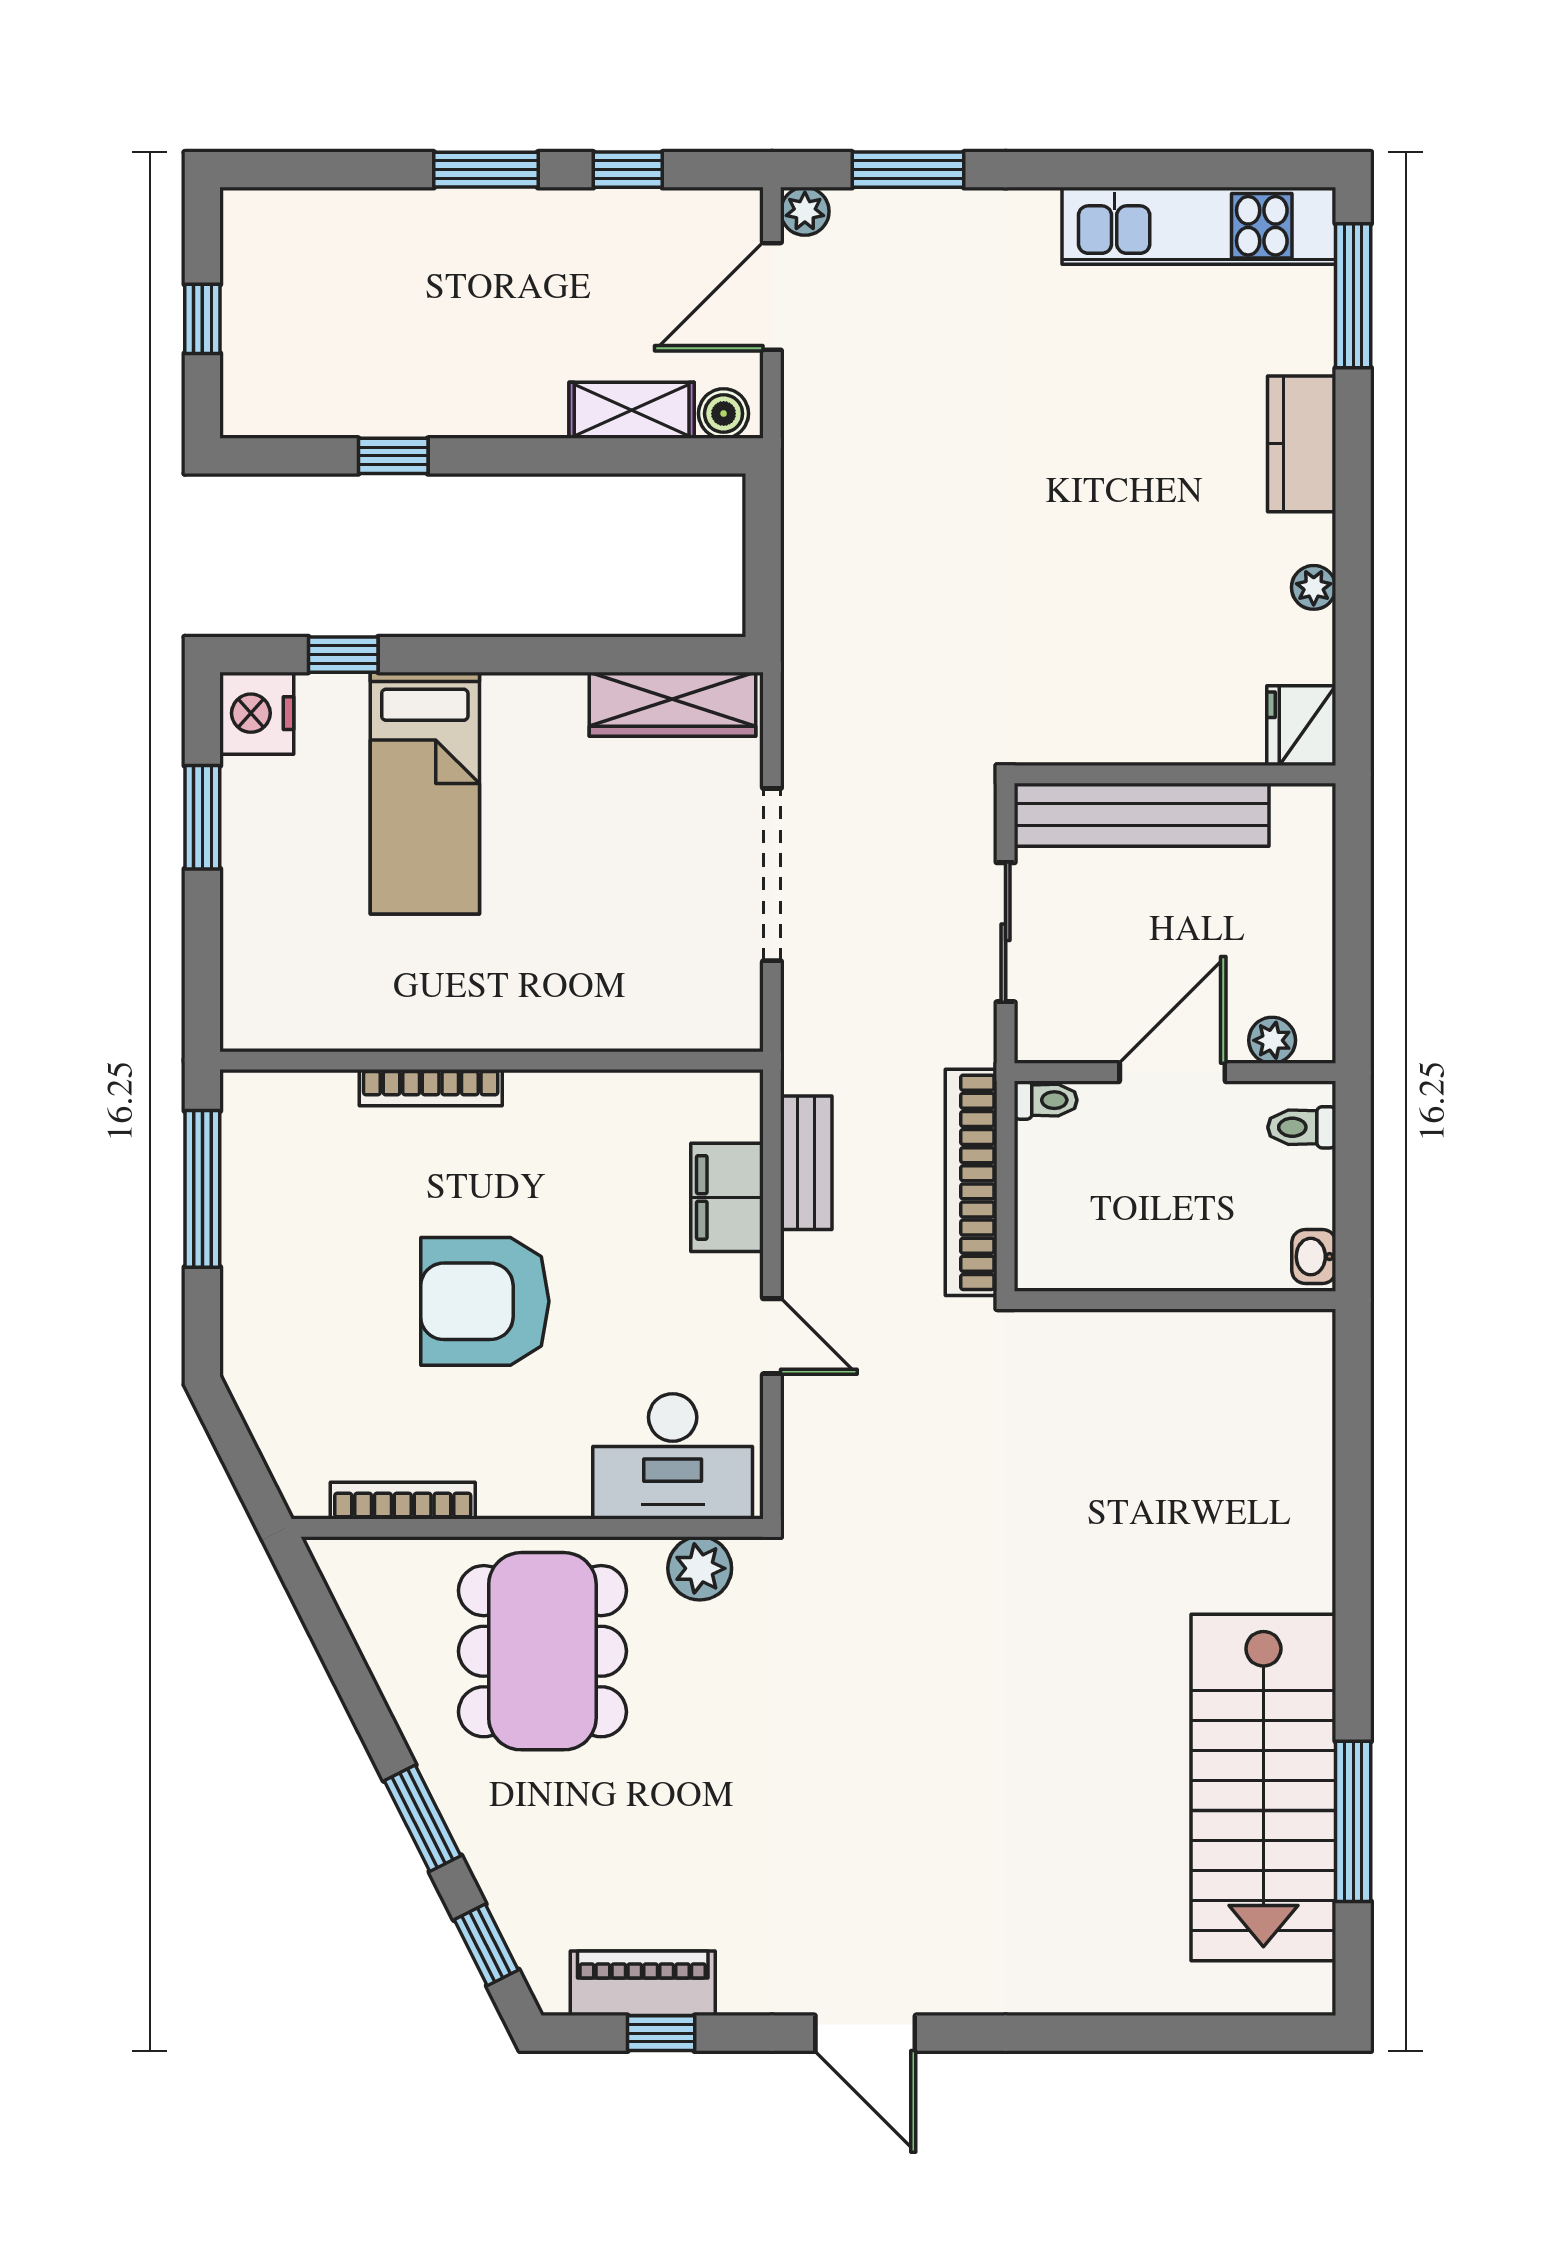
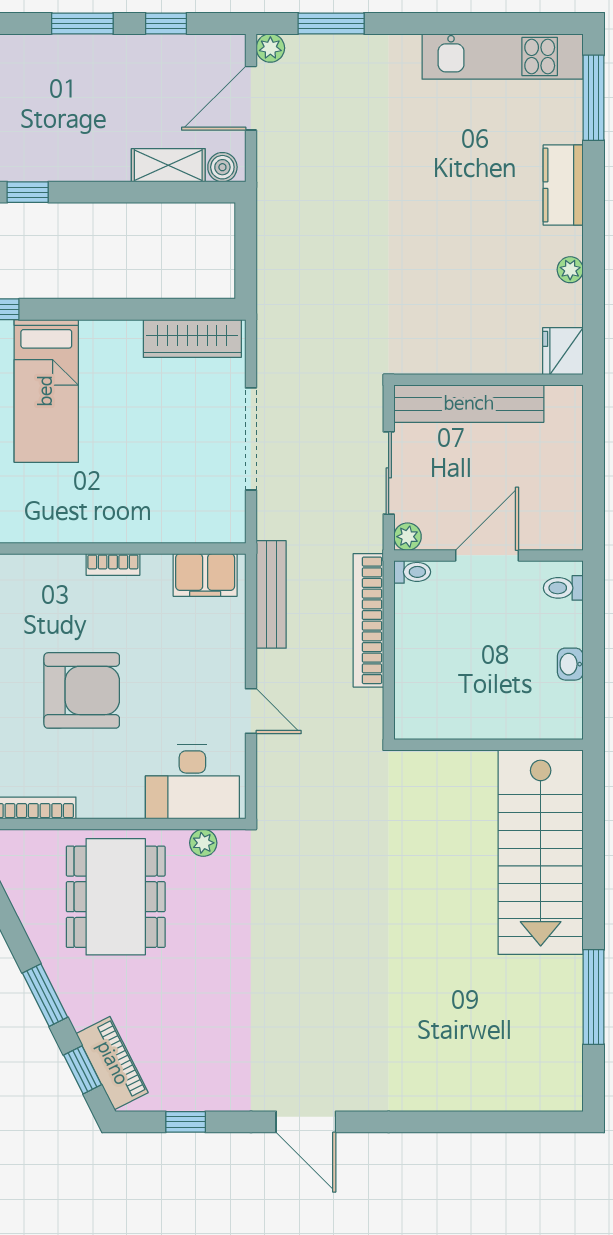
plant: (1272, 1040) -> (408, 537), moved
bookcase: (431, 1088) -> (113, 564), moved, width x0.64
bench: (806, 1163) -> (271, 594), width x1.36
filing cabinet: (727, 1197) -> (205, 575), moved, turned -90
wall: (1175, 1300) -> (489, 745), moved
armchair: (485, 1301) -> (82, 690), turned 180
plant: (700, 1568) -> (203, 843), width x0.73, depth x0.73
stairs: (1263, 1787) -> (541, 852), moved
piano: (643, 1983) -> (112, 1063), moved, turned 63

